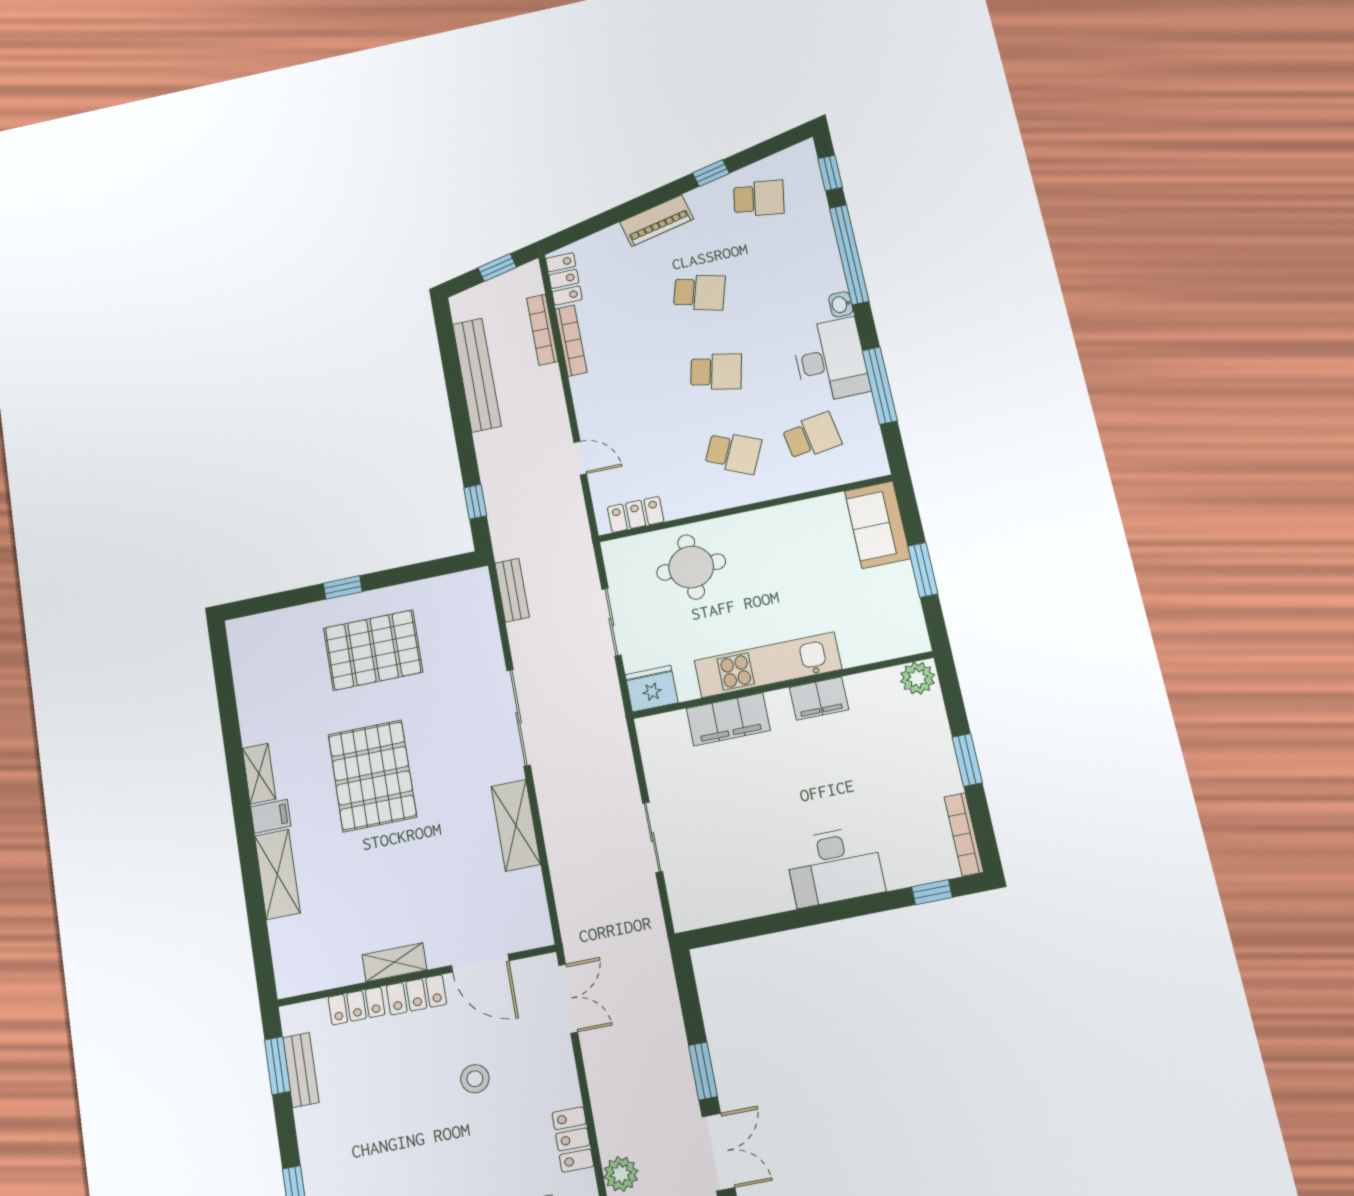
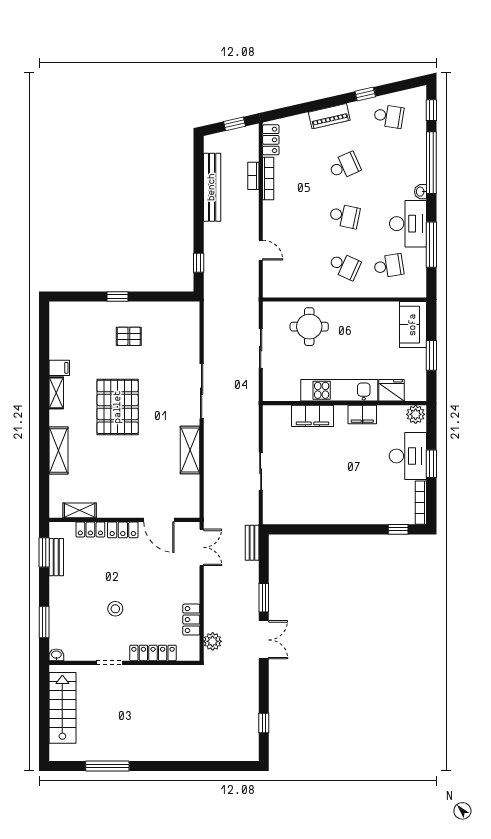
school desk: (699, 292) -> (345, 166), turned -39
bookcase: (542, 330) -> (253, 176), width x0.64
locker: (636, 514) -> (285, 290), removed
bench: (512, 590) -> (252, 543), moved
pallet: (373, 650) -> (129, 336), width x0.49, depth x0.50
fridge: (652, 689) -> (391, 390), moved
filing cabinet: (271, 816) -> (59, 368), moved
desk: (834, 866) -> (408, 456), moved, turned -90
shelving: (394, 962) -> (80, 510), moved
stool: (475, 1079) -> (115, 609), moved

